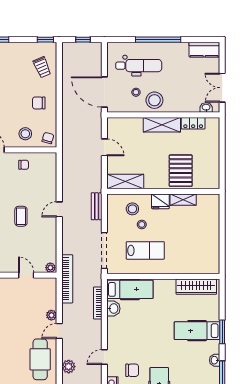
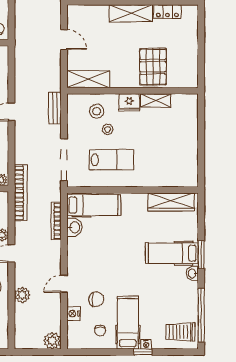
washbasin: (215, 360) -> (192, 273), moved

